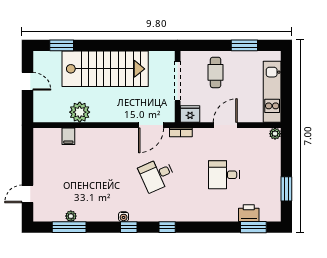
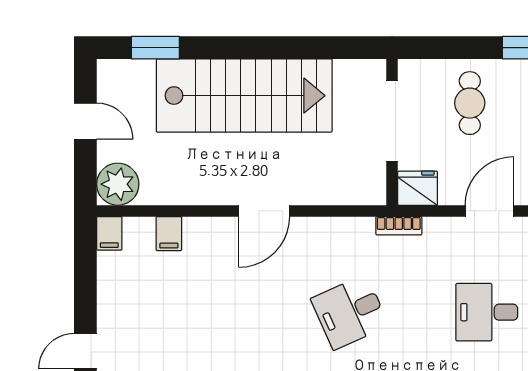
plant: (80, 112) -> (118, 184), moved
door: (151, 125) -> (264, 211), moved
filing cabinet: (39, 136) -> (109, 233), added

